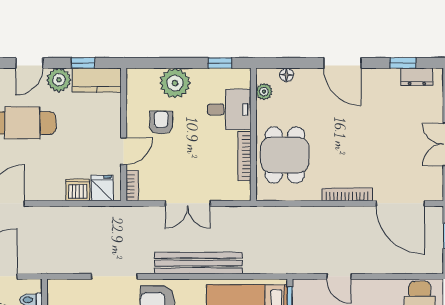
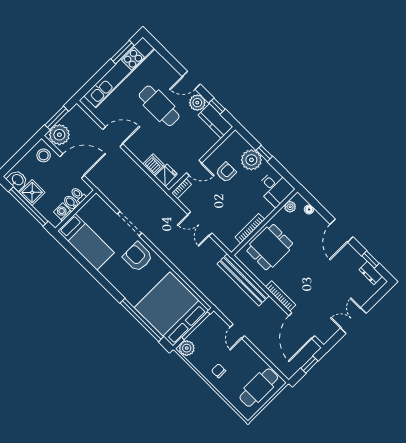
window: (220, 63) -> (264, 153), moved
desk: (229, 109) -> (275, 188), moved
bench: (198, 263) -> (243, 280), moved

